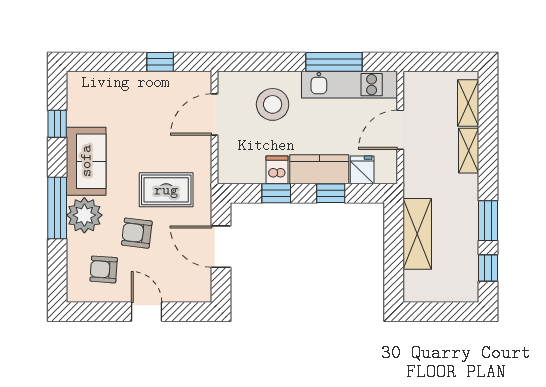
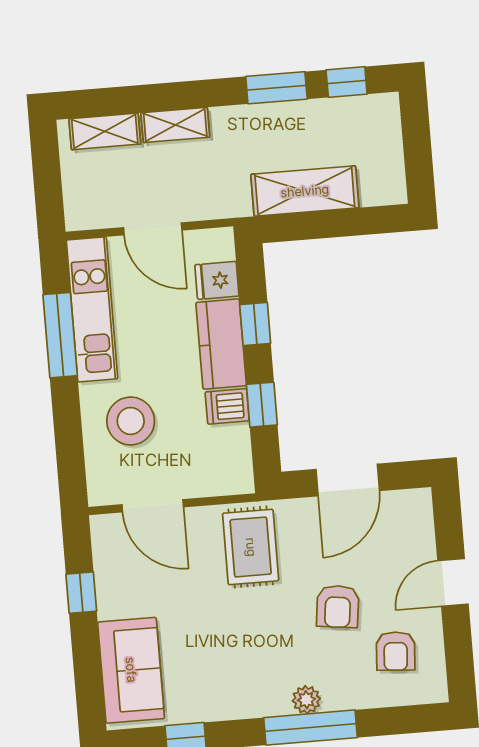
sofa: (86, 161) -> (131, 670), moved, turned 90
rug: (166, 190) -> (251, 547), moved
plant: (84, 215) -> (306, 700), width x0.53, depth x0.53

